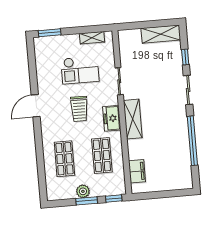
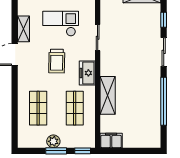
checkout: (80, 70) -> (61, 24), turned 180
shelving: (42, 79) -> (24, 29), added
shelving: (133, 119) -> (108, 95), moved
filing cabinet: (137, 171) -> (111, 140), moved, turned -90

